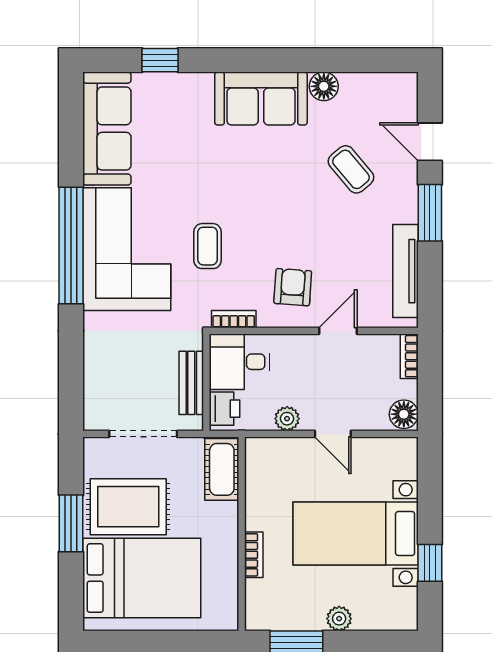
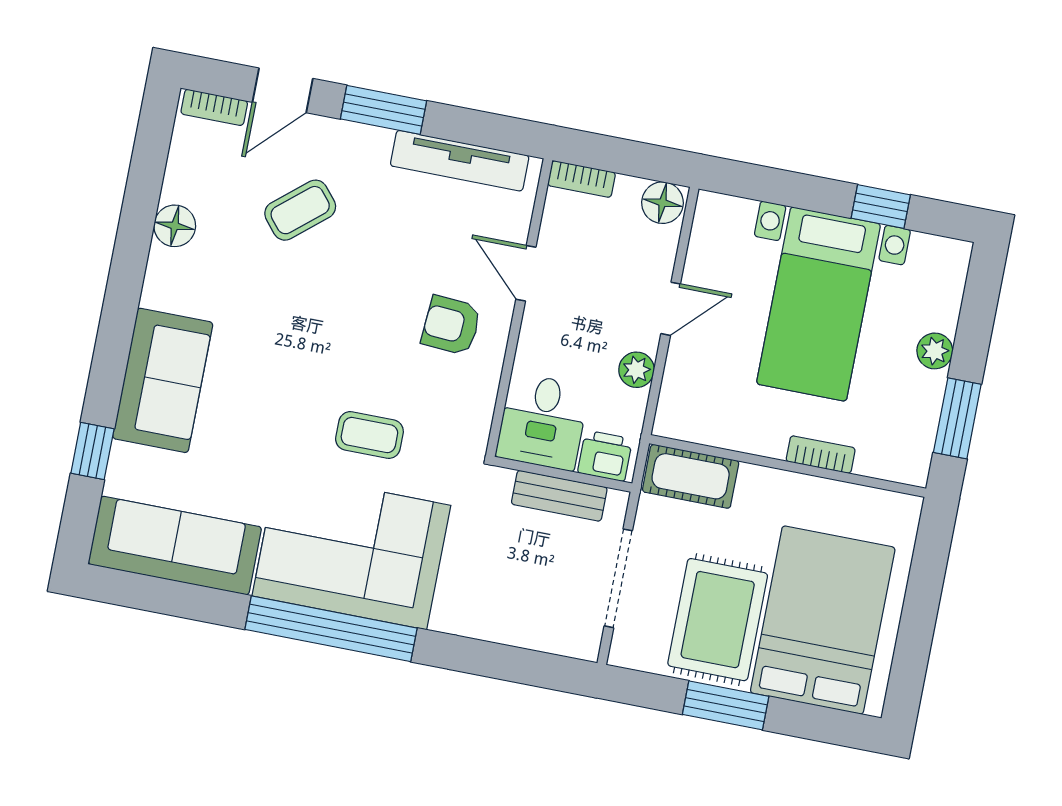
sofa: (261, 99) -> (163, 380), moved
bookcase: (234, 319) -> (214, 107), moved, turned -90

